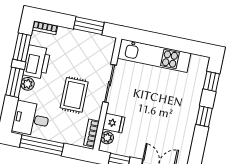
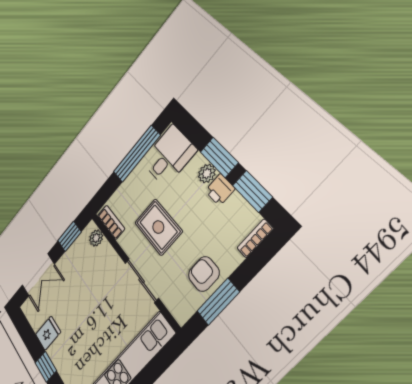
armchair: (81, 45) -> (204, 274), added
printer: (37, 62) -> (220, 190), width x0.53, depth x0.68
fridge: (114, 123) -> (48, 333), moved, turned 180

